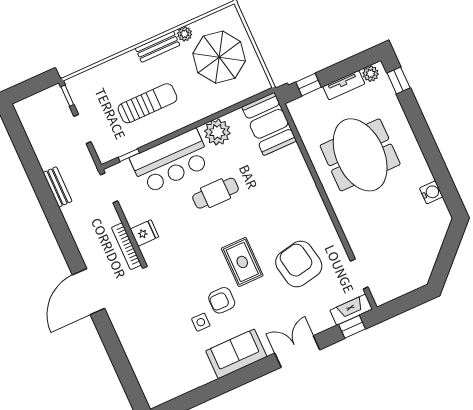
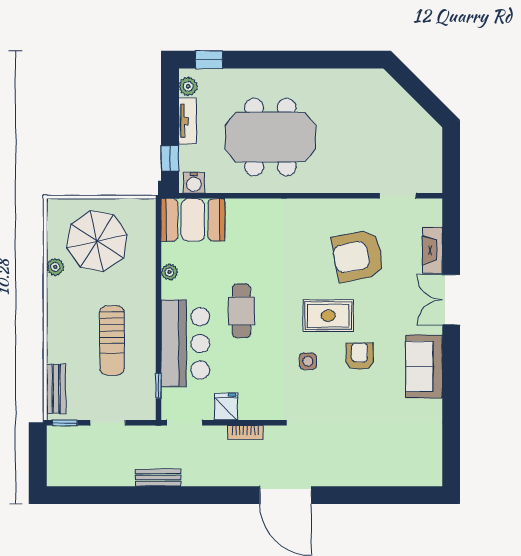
bench: (158, 47) -> (56, 389), moved
sun lounger: (147, 103) -> (112, 340), turned 180
plant: (217, 132) -> (169, 272), width x0.53, depth x0.53
water cooler: (431, 192) -> (194, 183), moved, turned 180
fridge: (144, 233) -> (226, 407), moved
bookcase: (126, 246) -> (245, 432), width x0.64
armchair: (222, 300) -> (359, 356), turned 180
fireplace: (351, 310) -> (432, 250), moved
side table: (201, 322) -> (308, 361), moved
window: (352, 327) -> (451, 229), removed

